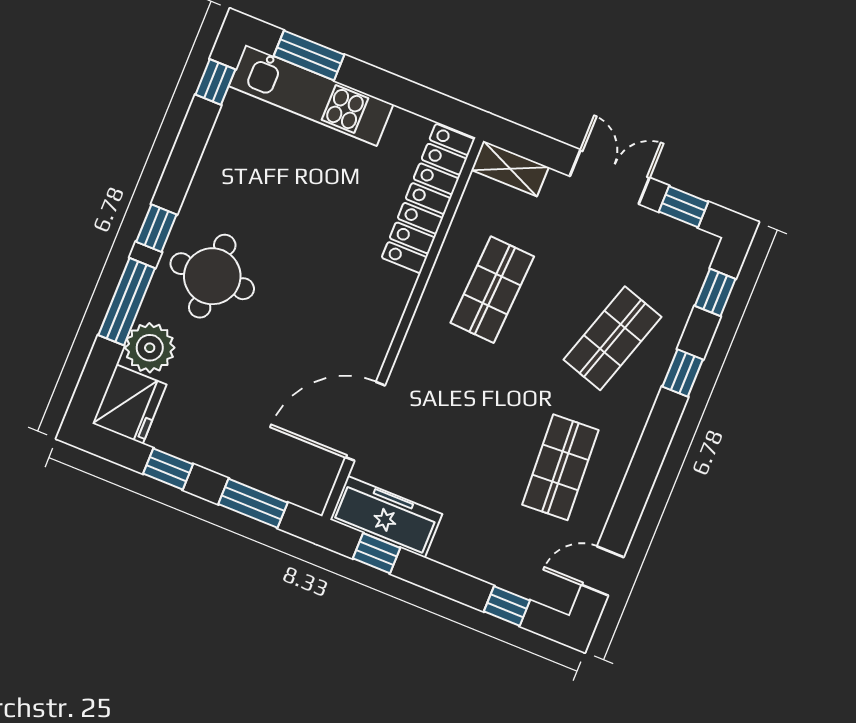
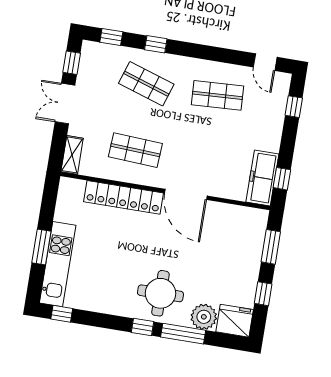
window: (309, 55) -> (41, 247), moved
locker: (428, 198) -> (124, 197), moved
door: (365, 421) -> (186, 194), moved

